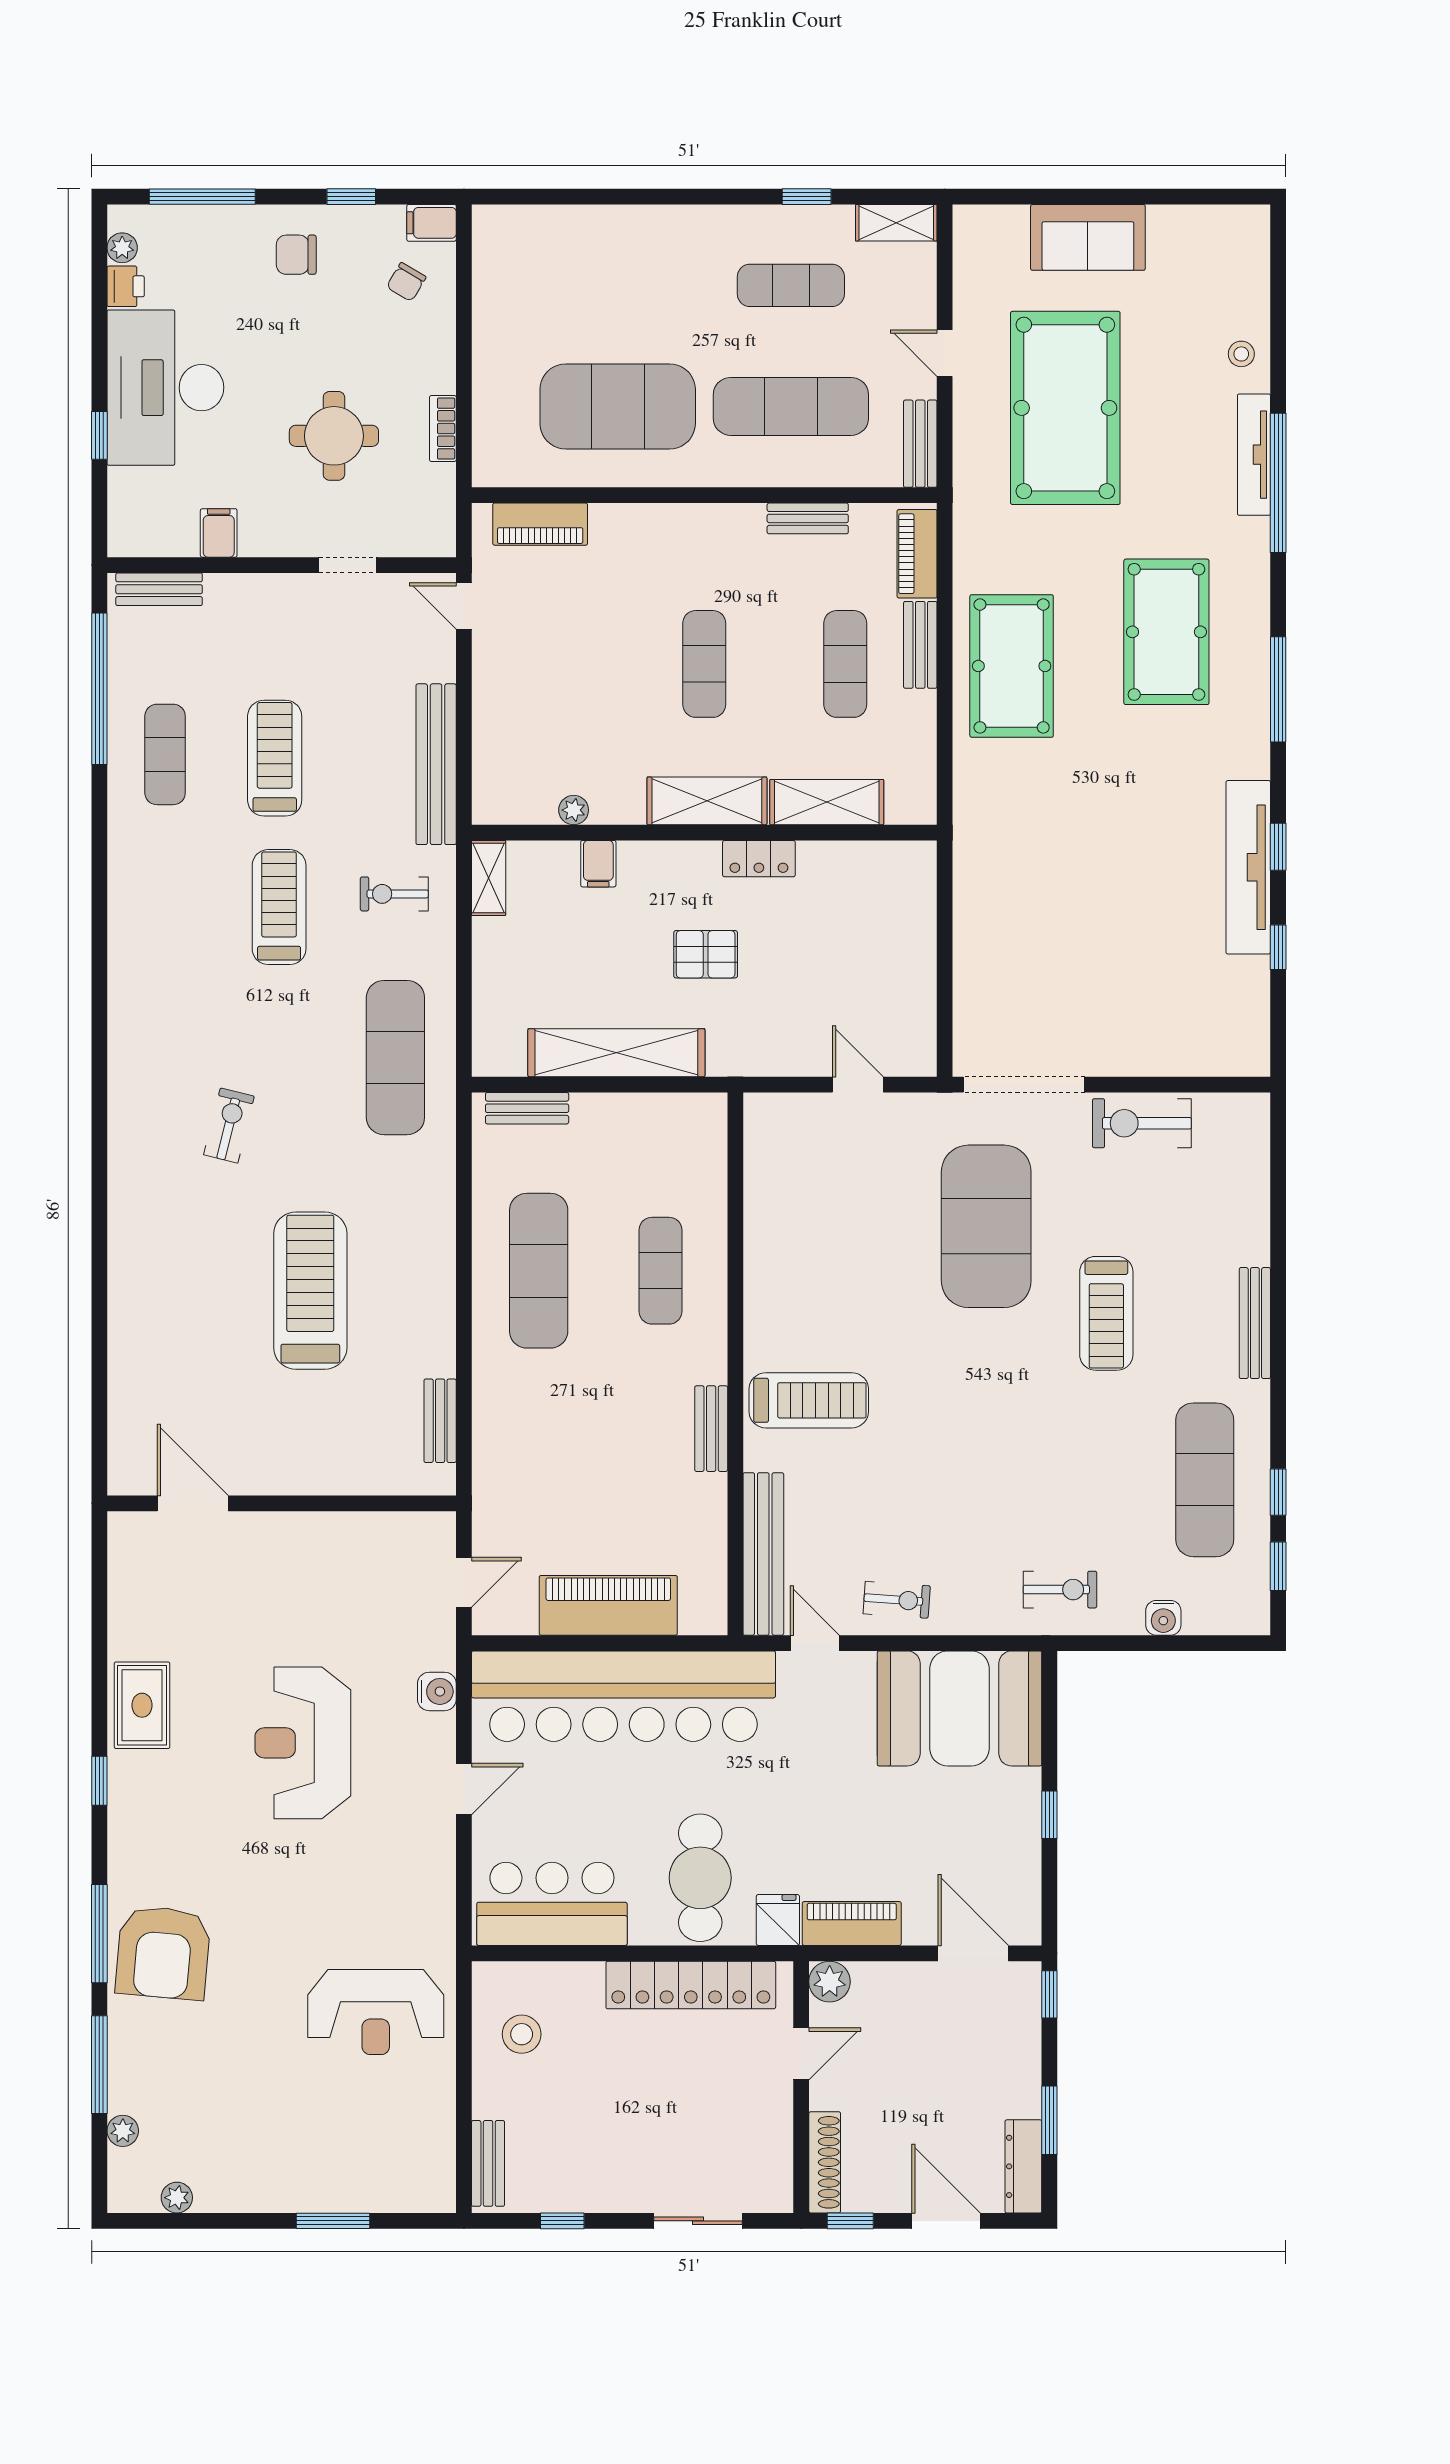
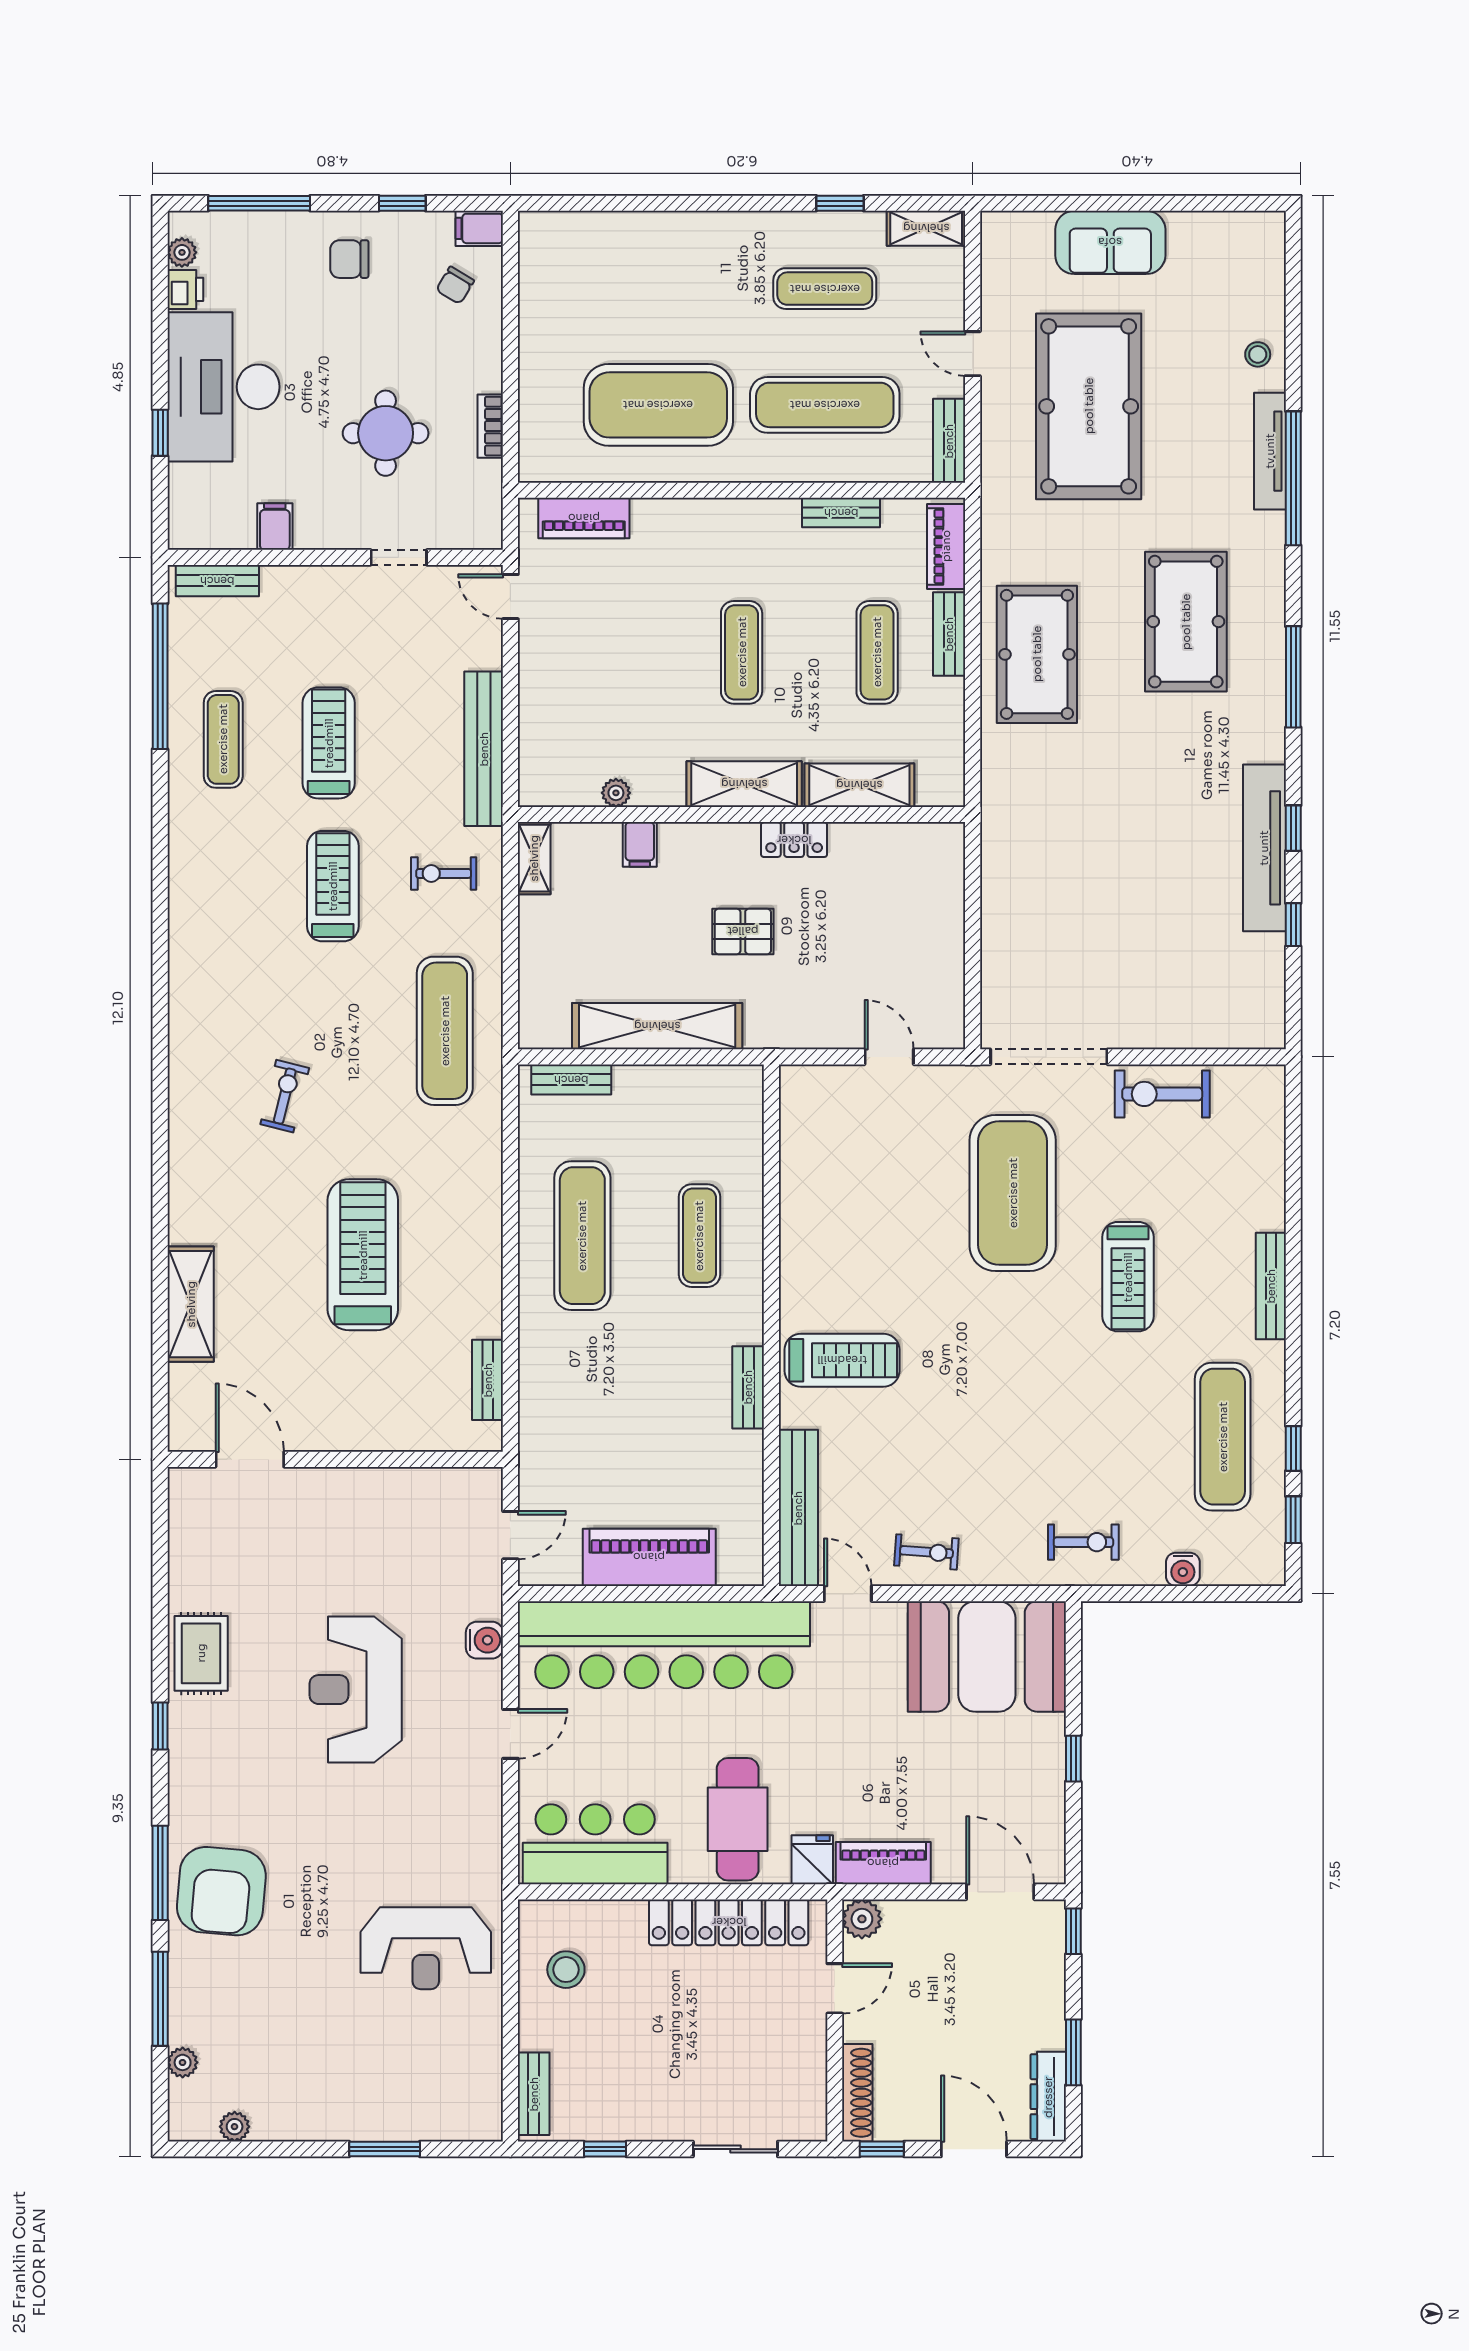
shelving: (131, 1342) -> (191, 1304), added

